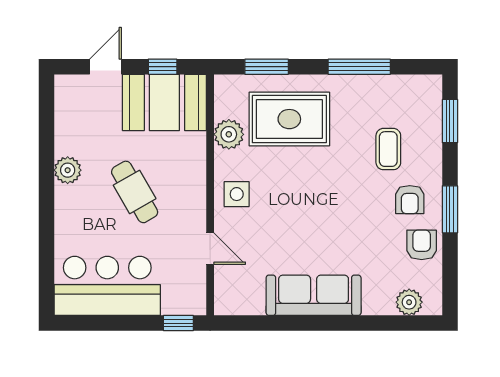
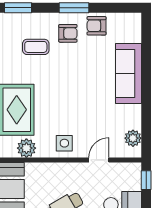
sofa: (314, 295) -> (129, 73), moved
plant: (409, 302) -> (133, 138), moved

